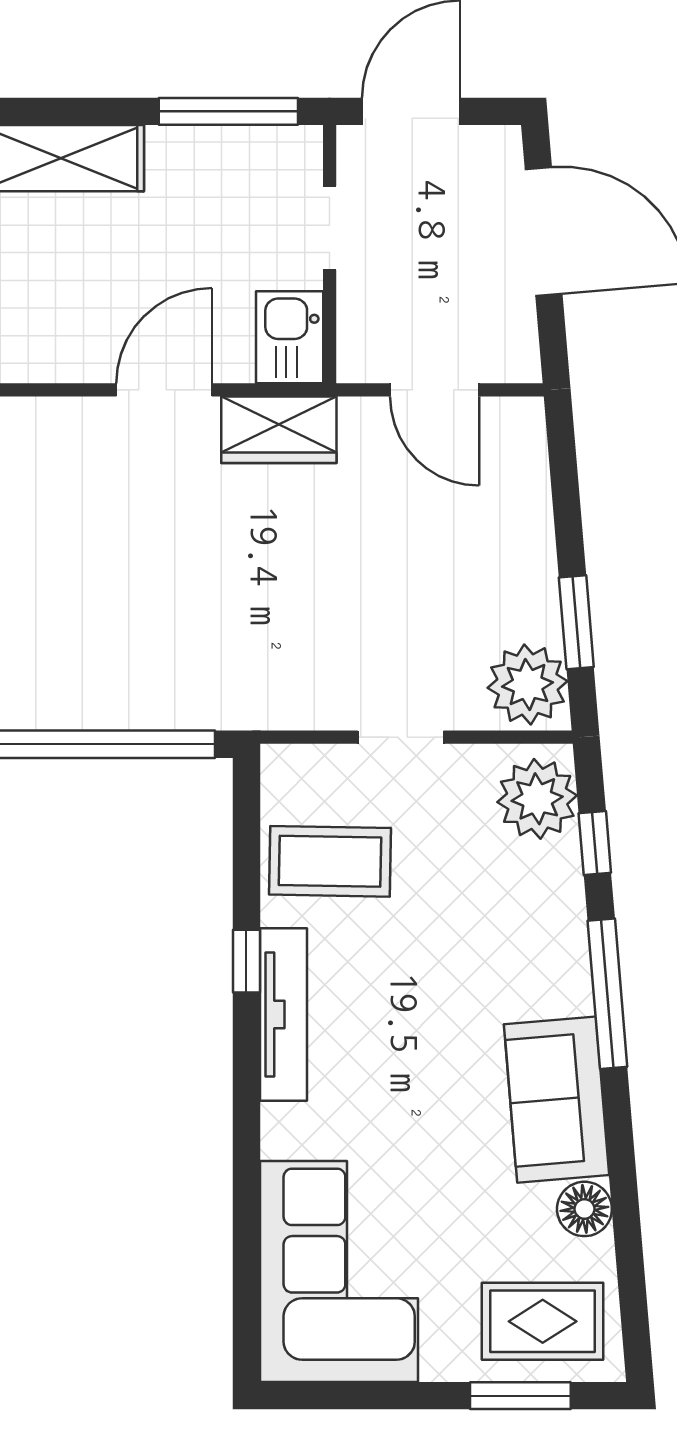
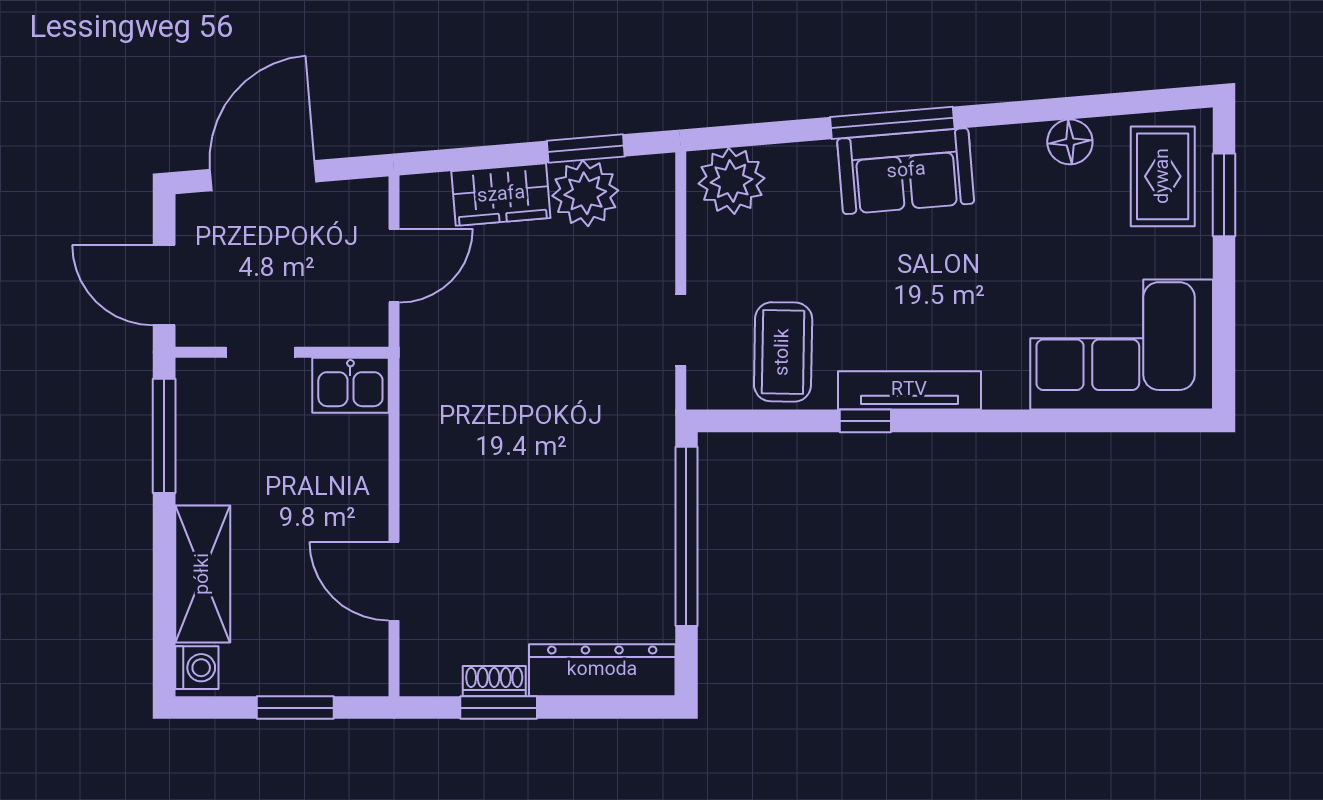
door: (164, 390) -> (394, 581), moved
wardrobe: (279, 430) -> (501, 195), moved, turned 85
plant: (528, 684) -> (585, 193), moved
doorway: (401, 737) -> (681, 330), moved
window: (595, 843) -> (768, 133), removed
sofa: (557, 1100) -> (906, 171), moved

